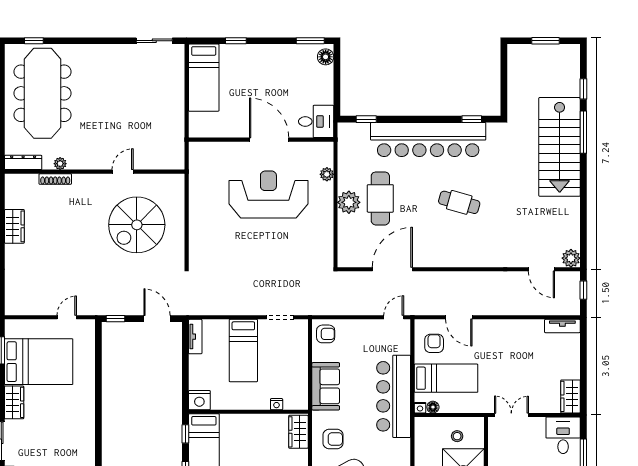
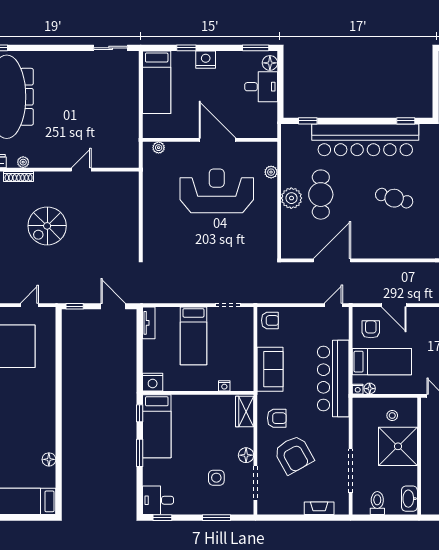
nightstand: (256, 53) -> (206, 60), added
desk: (316, 121) -> (261, 87), moved
plant: (206, 148) -> (159, 148), added
spiral stairs: (137, 225) -> (47, 226), moved, width x0.73, depth x0.73

